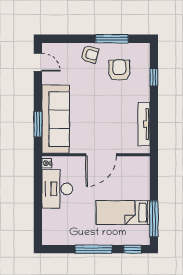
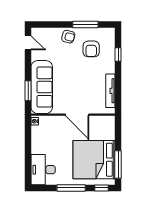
armchair: (119, 70) -> (91, 49), turned 180
door: (101, 155) -> (77, 115), hinge flipped
desk: (57, 189) -> (43, 170), moved
bed: (123, 213) -> (94, 160), width x2.04

